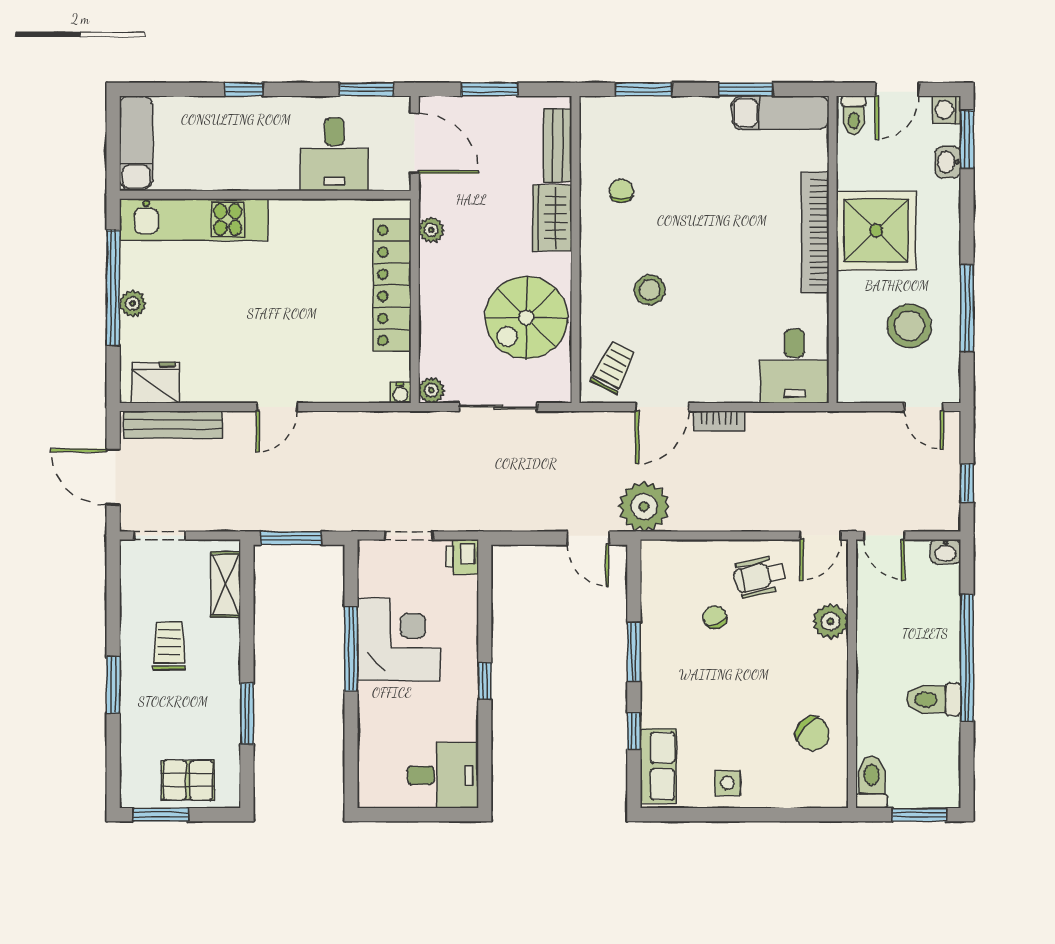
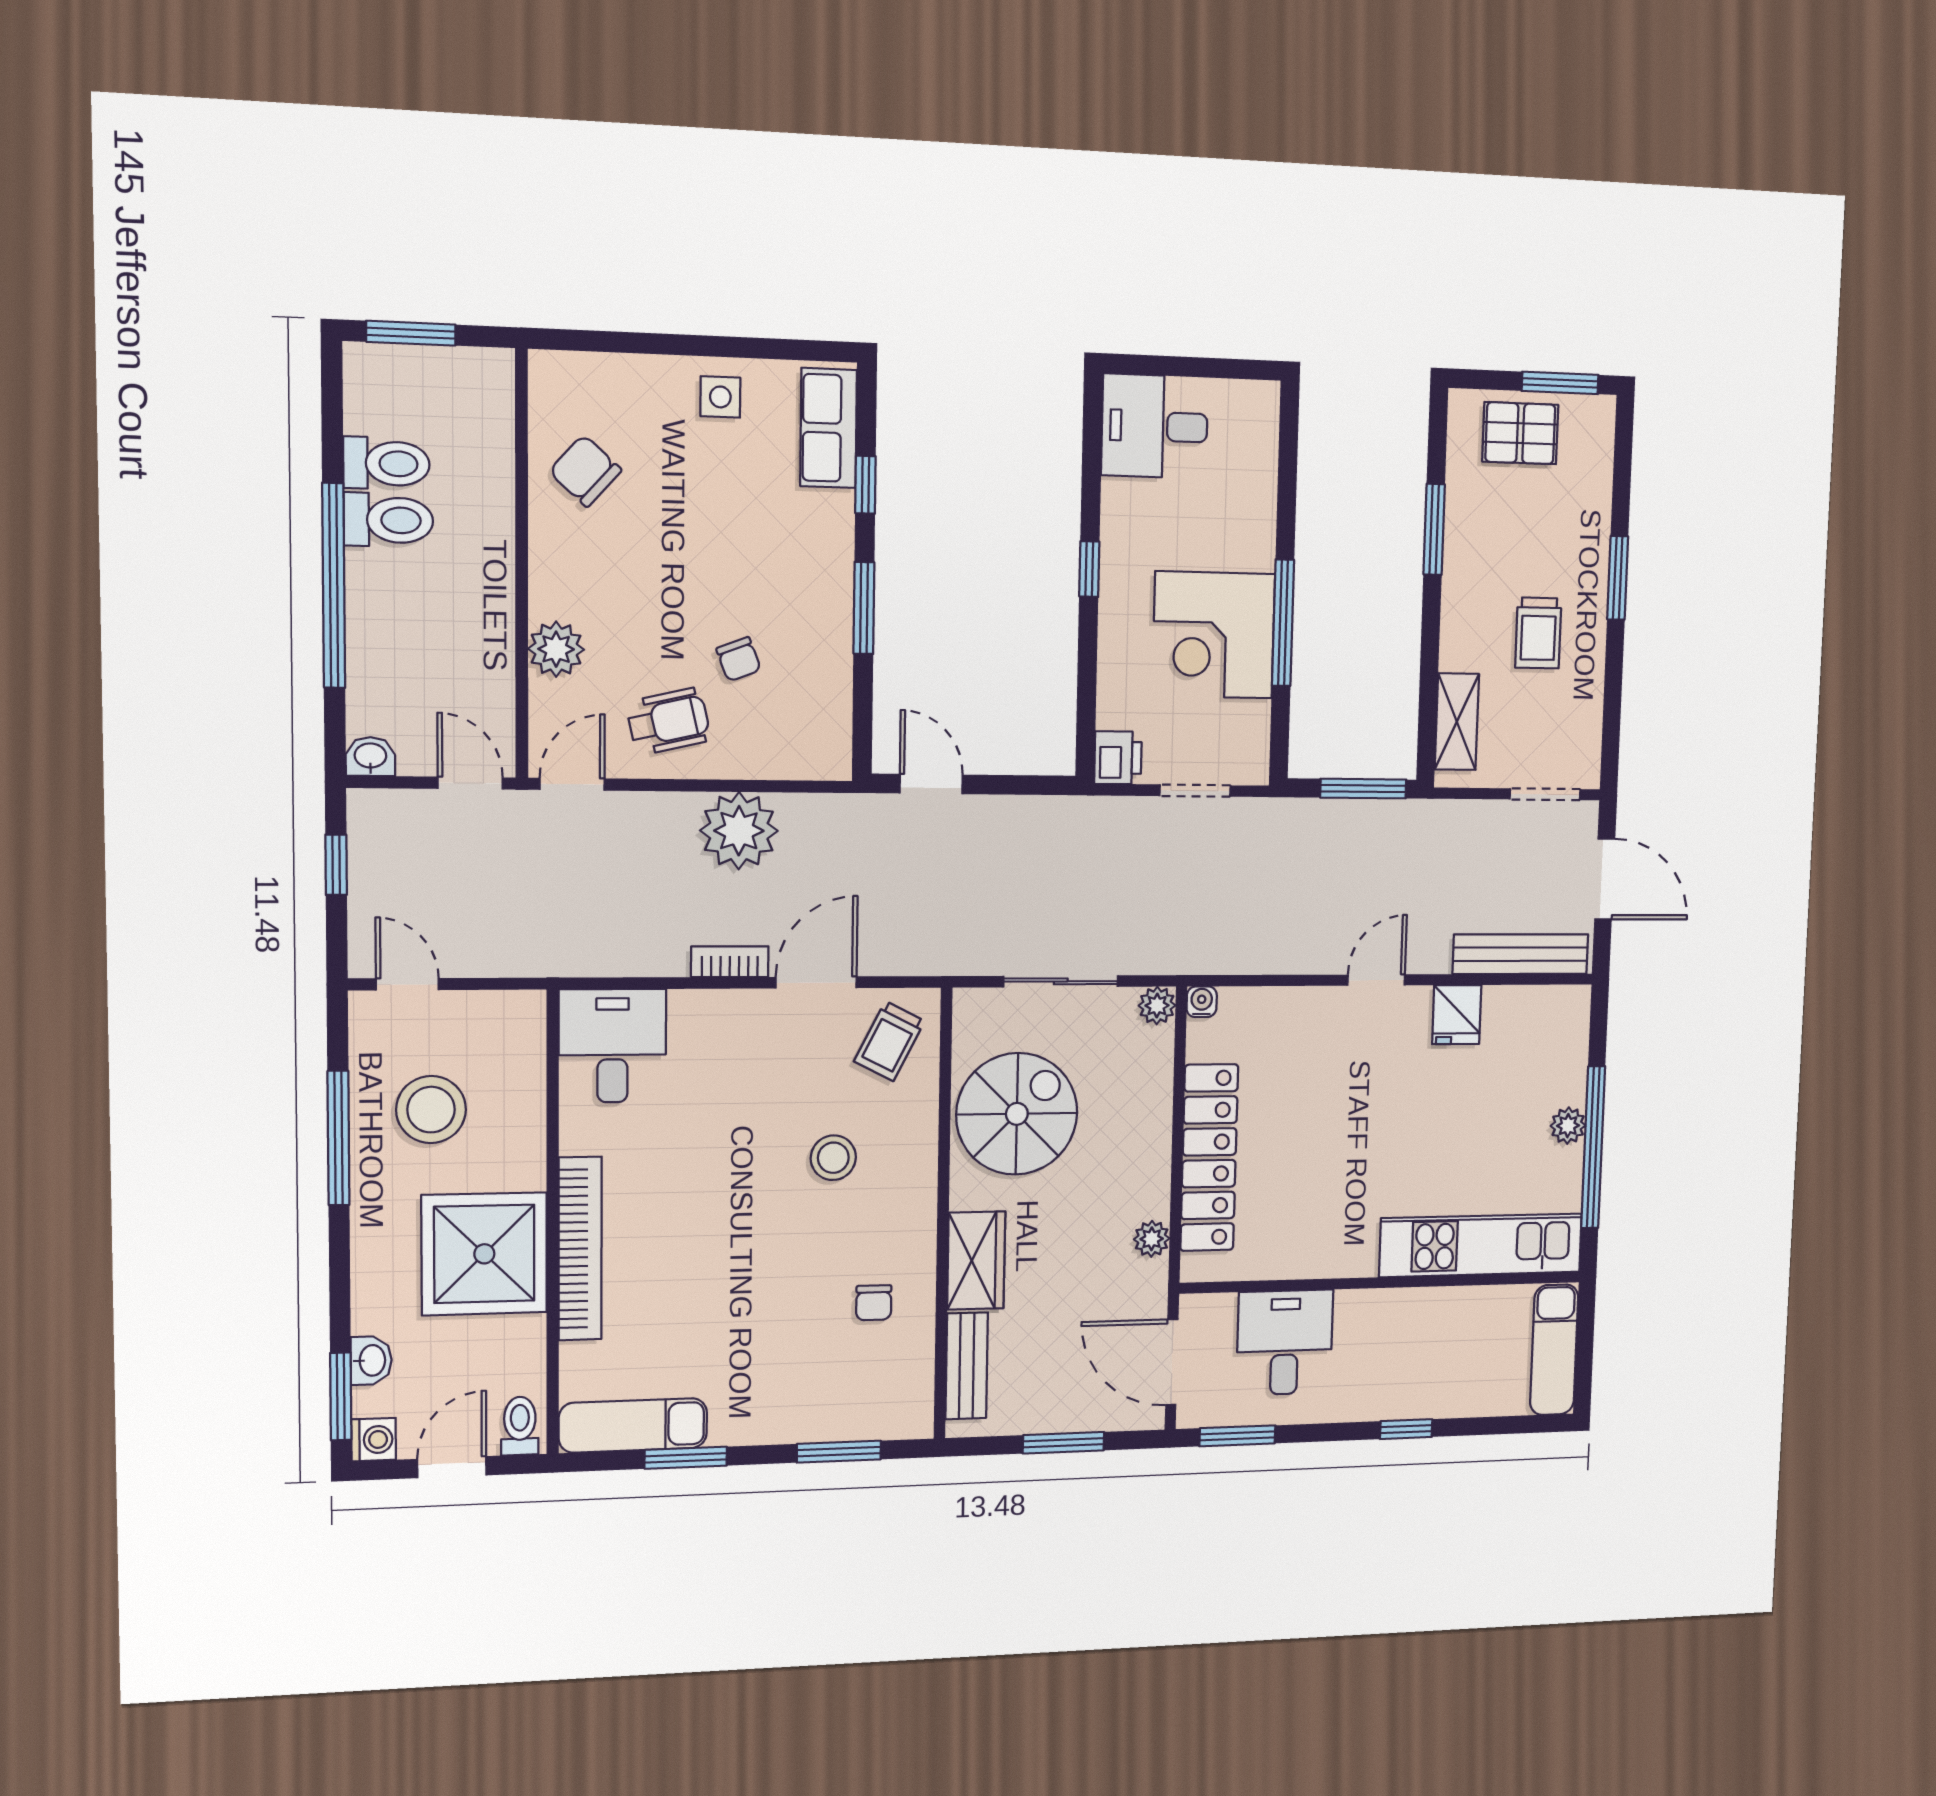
fridge: (155, 383) -> (1457, 1015), moved, width x0.72
plant: (644, 507) -> (739, 831), moved
toilet: (872, 782) -> (386, 463), moved, turned -90

